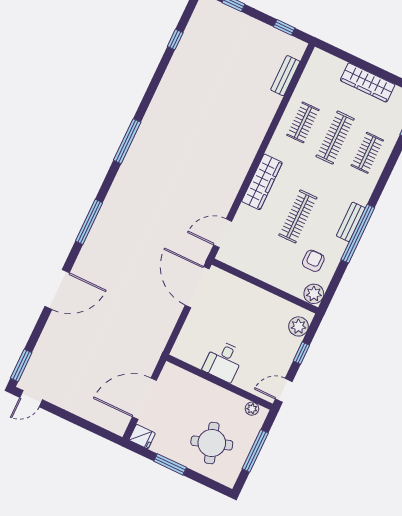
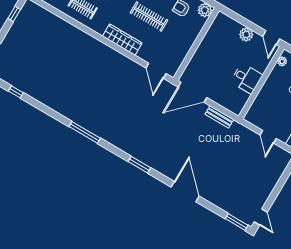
bench: (285, 76) -> (219, 117), moved
window: (89, 222) -> (139, 165), width x0.69
plant: (299, 326) -> (246, 34), moved
window: (301, 353) -> (246, 23), removed
door: (144, 399) -> (268, 137), width x0.53

